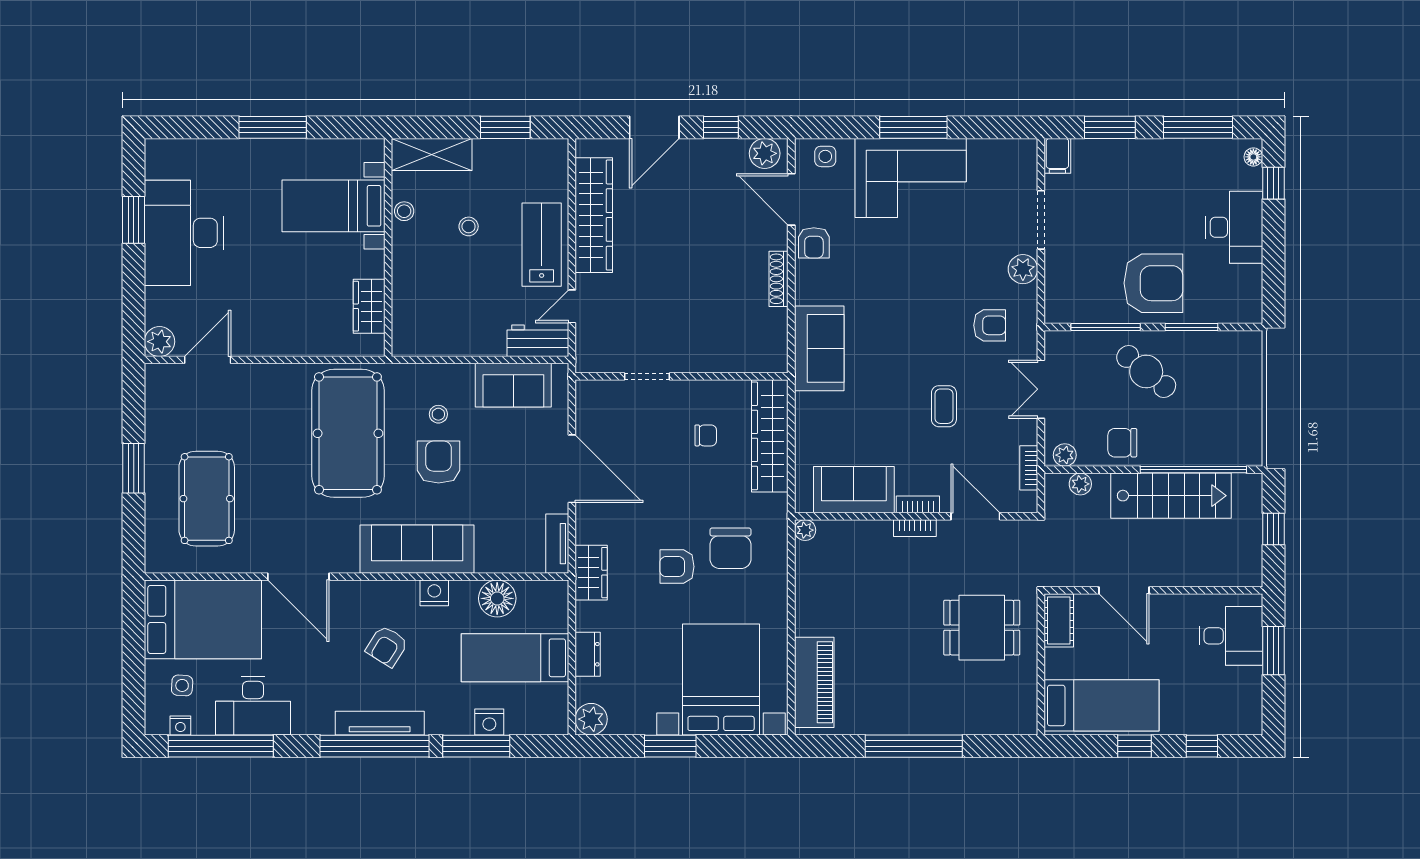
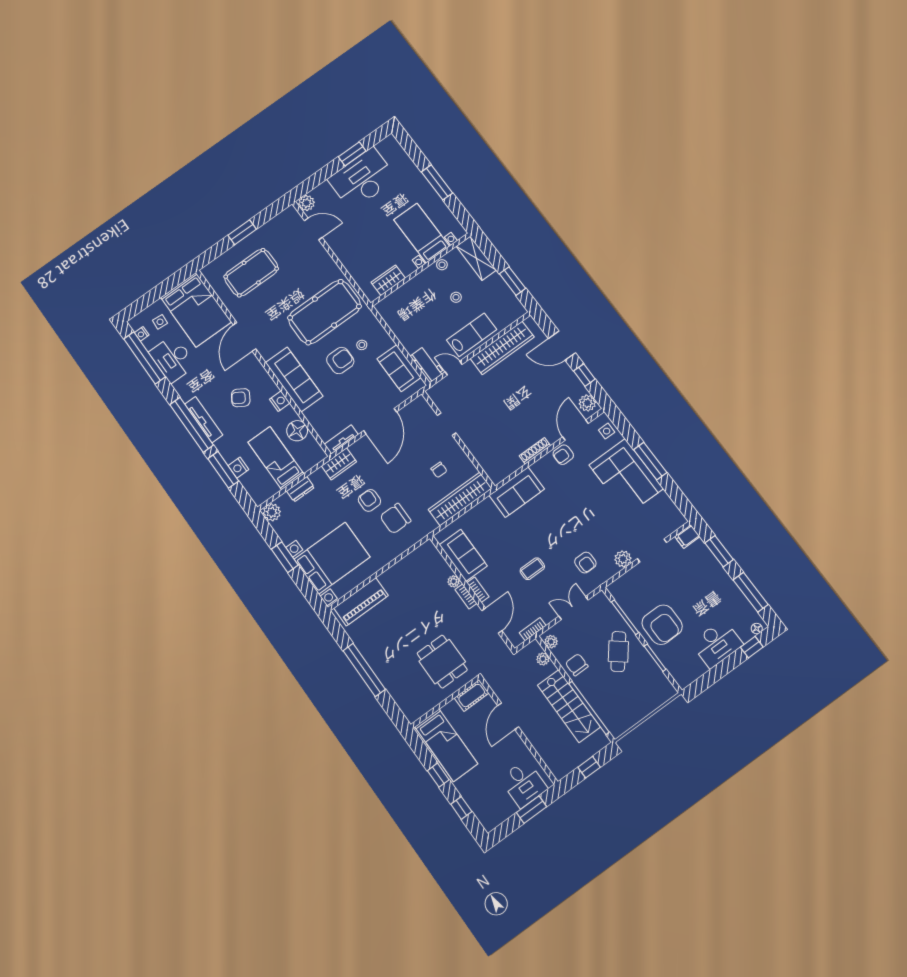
plant: (805, 530) -> (454, 581), moved

